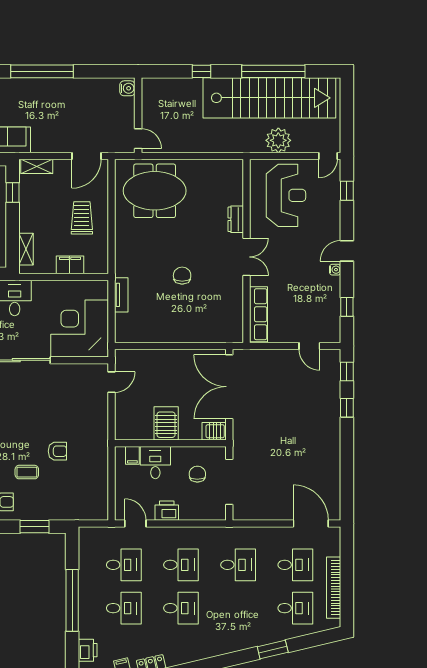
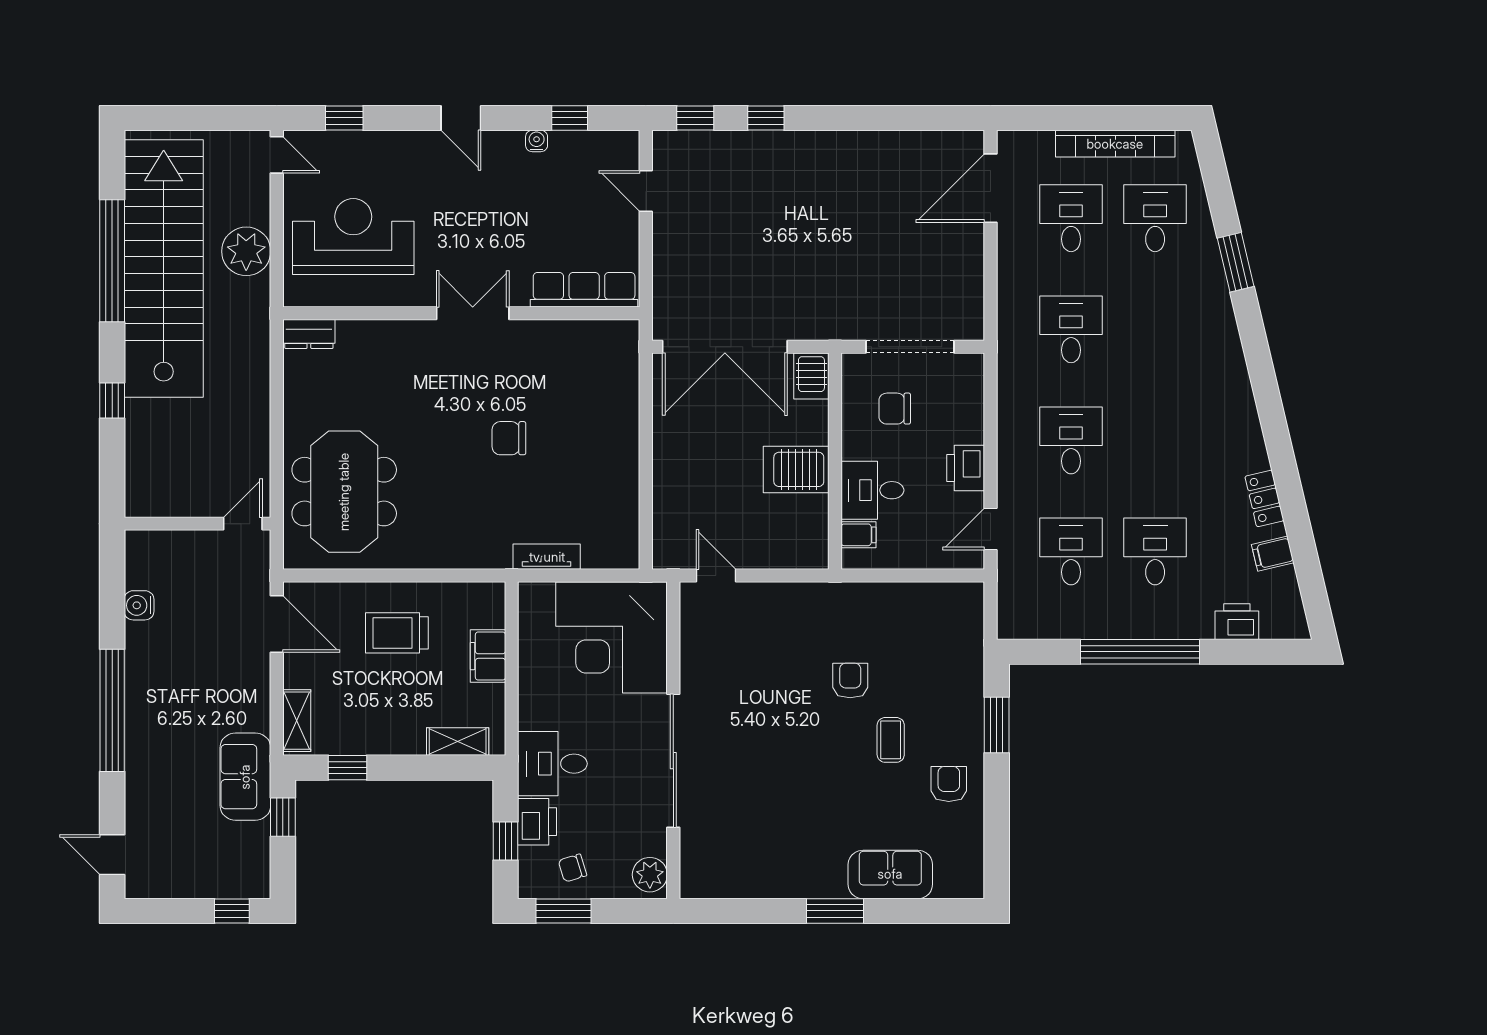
water cooler: (127, 88) -> (139, 605), moved, turned -90
dresser: (236, 219) -> (309, 334), moved
water cooler: (335, 270) -> (537, 141), moved
door: (309, 346) -> (646, 191), swing flipped
desk: (181, 608) -> (1155, 440), removed

